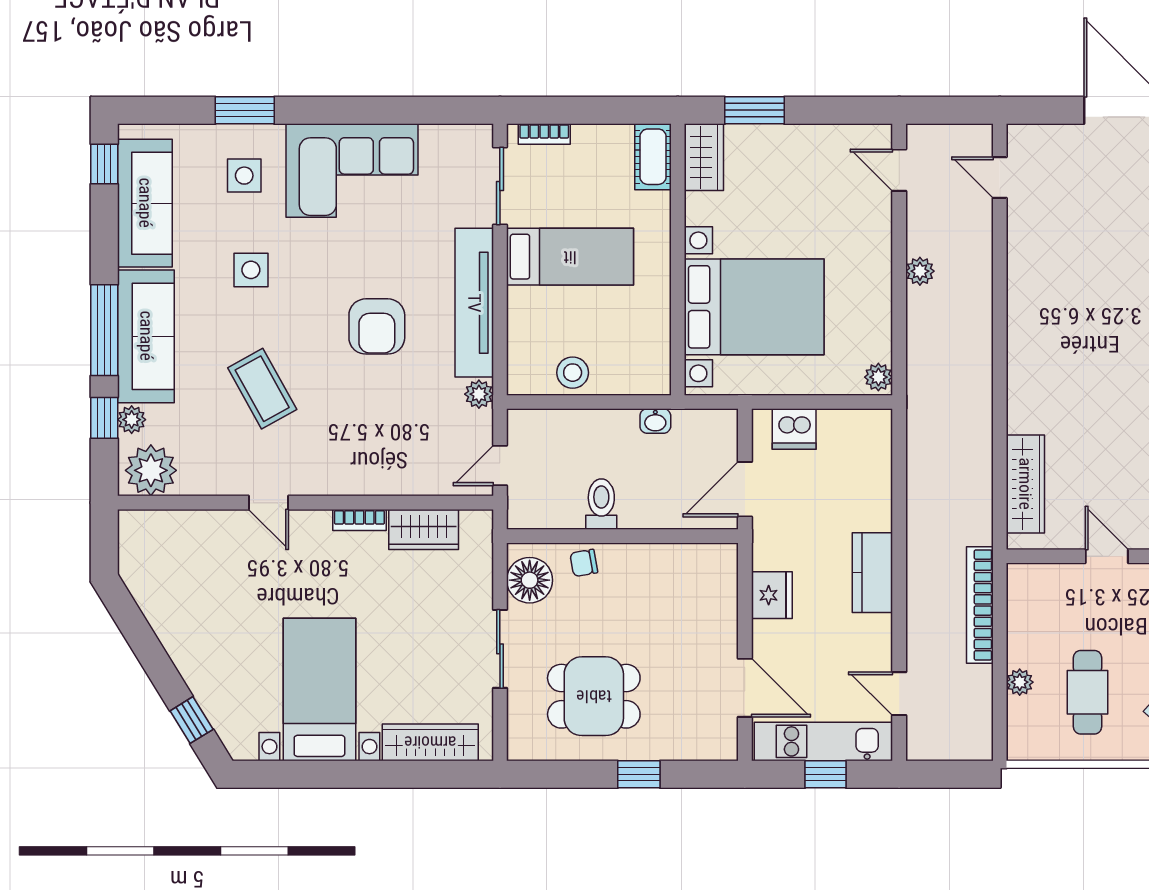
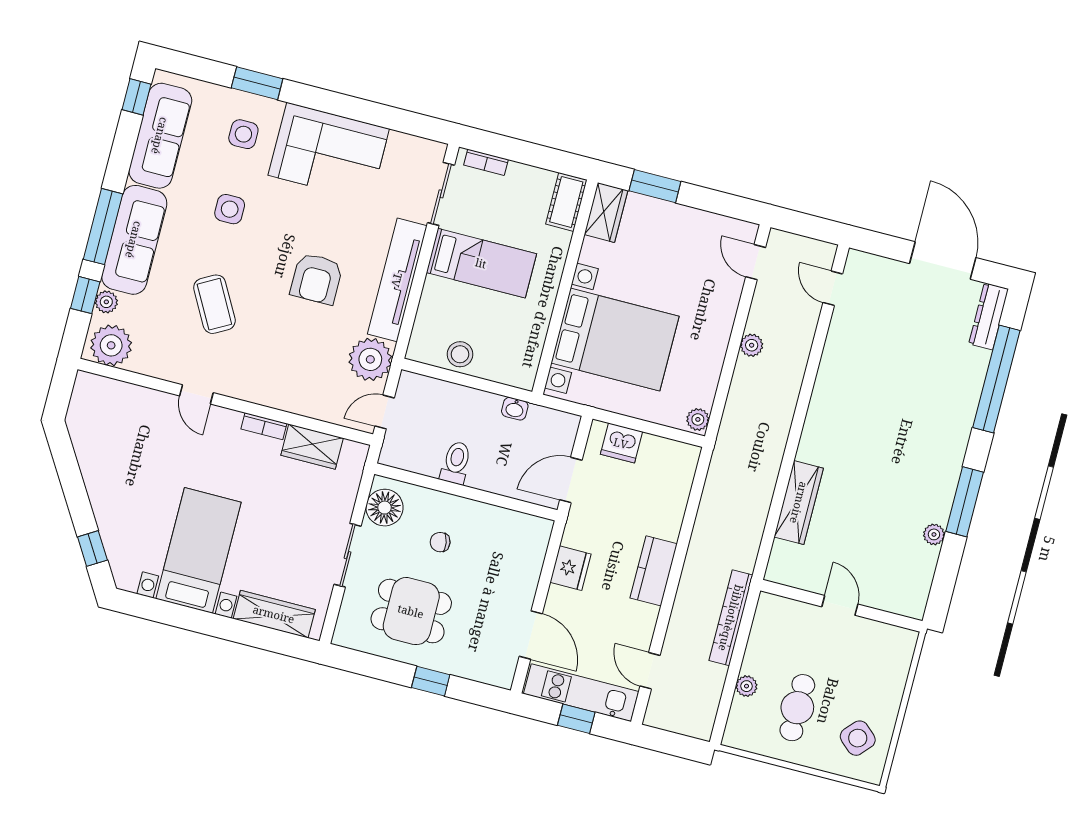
plant: (479, 394) -> (370, 359), width x1.88, depth x1.88
wardrobe: (1025, 484) -> (799, 503), moved
chair: (584, 563) -> (440, 542), moved

